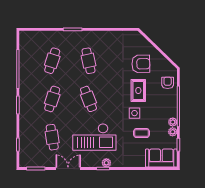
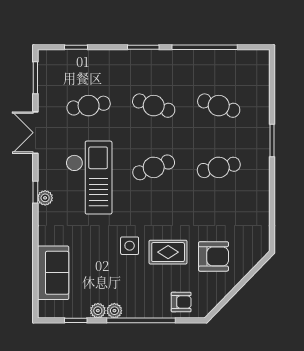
armchair: (141, 64) -> (213, 256), turned -89
coffee table: (141, 133) -> (96, 258), removed
checkout: (94, 137) -> (89, 178), turned 180
sofa: (161, 158) -> (53, 273), moved
double door: (68, 169) -> (35, 133), swing flipped

